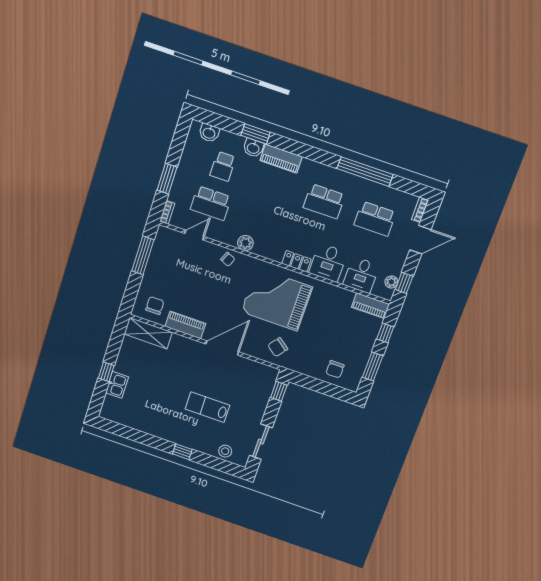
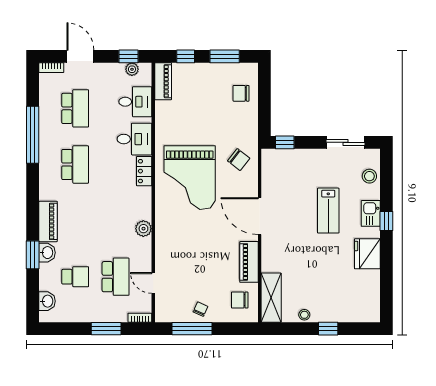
chair: (228, 259) -> (200, 309), moved
stool: (124, 356) -> (304, 315), added
chair: (335, 369) -> (241, 93), turned 180
kitchen sink: (117, 385) -> (371, 213), moved, turned -90
fridge: (160, 426) -> (367, 254), added

